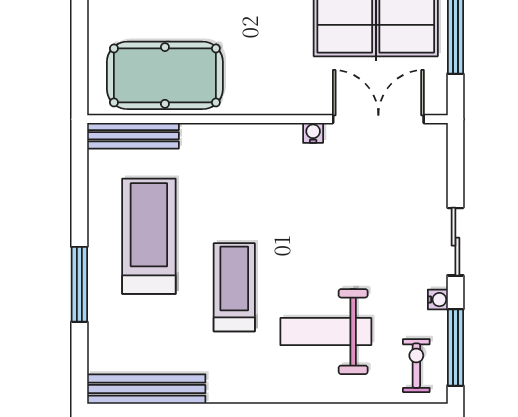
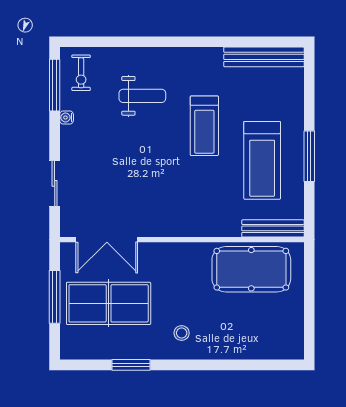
water cooler: (313, 133) -> (151, 230), removed
sliding door: (455, 242) -> (55, 183), moved
window: (79, 284) -> (309, 156), moved
weight bench: (326, 332) -> (142, 96), width x0.73, depth x0.75

